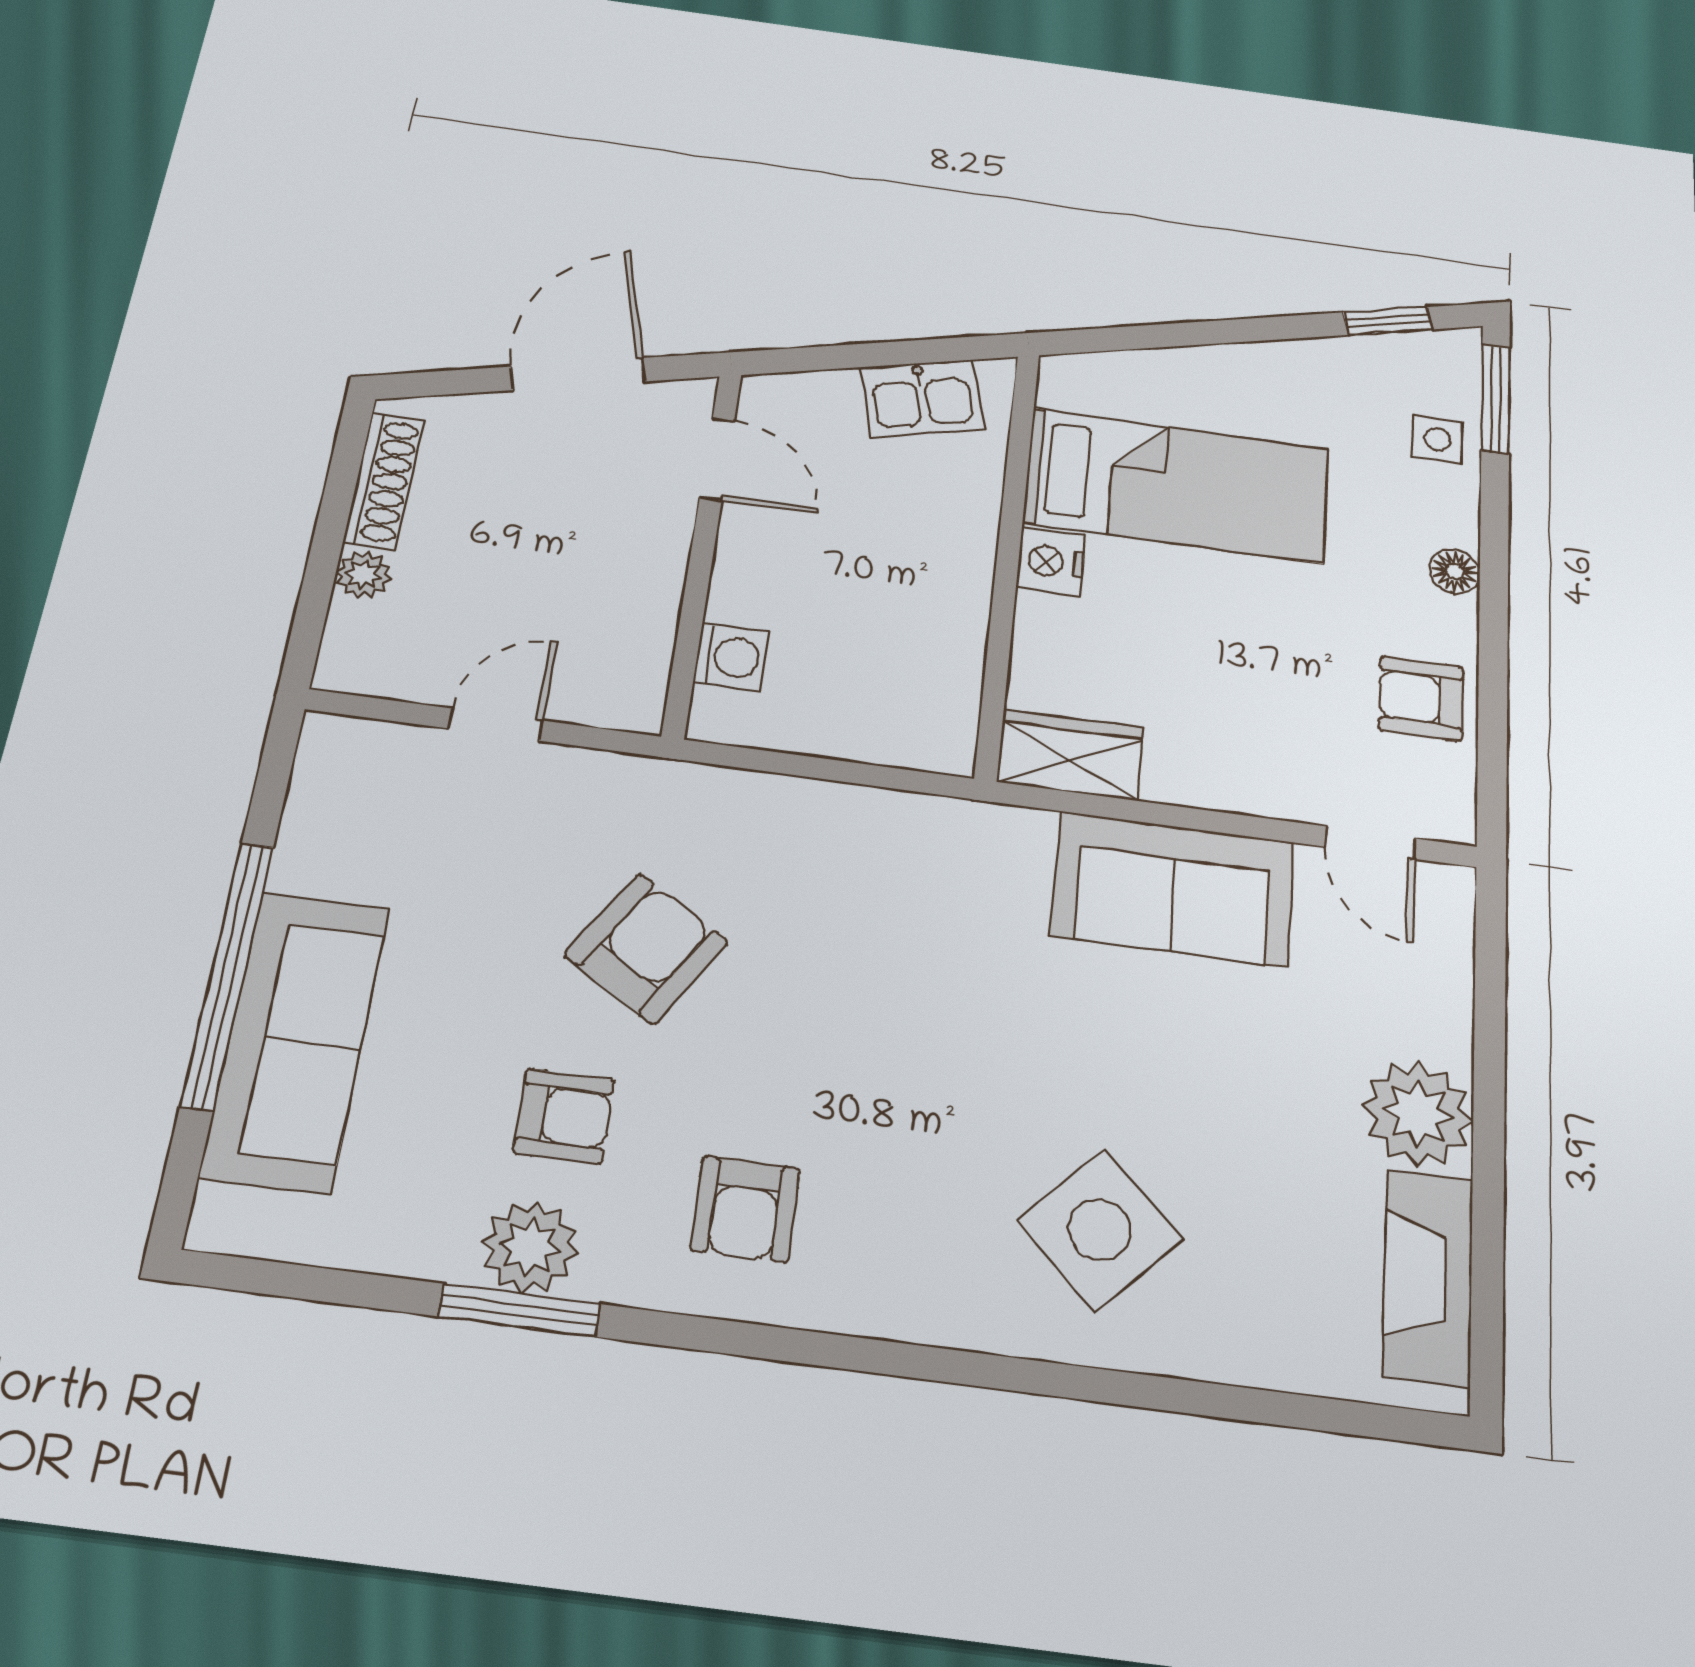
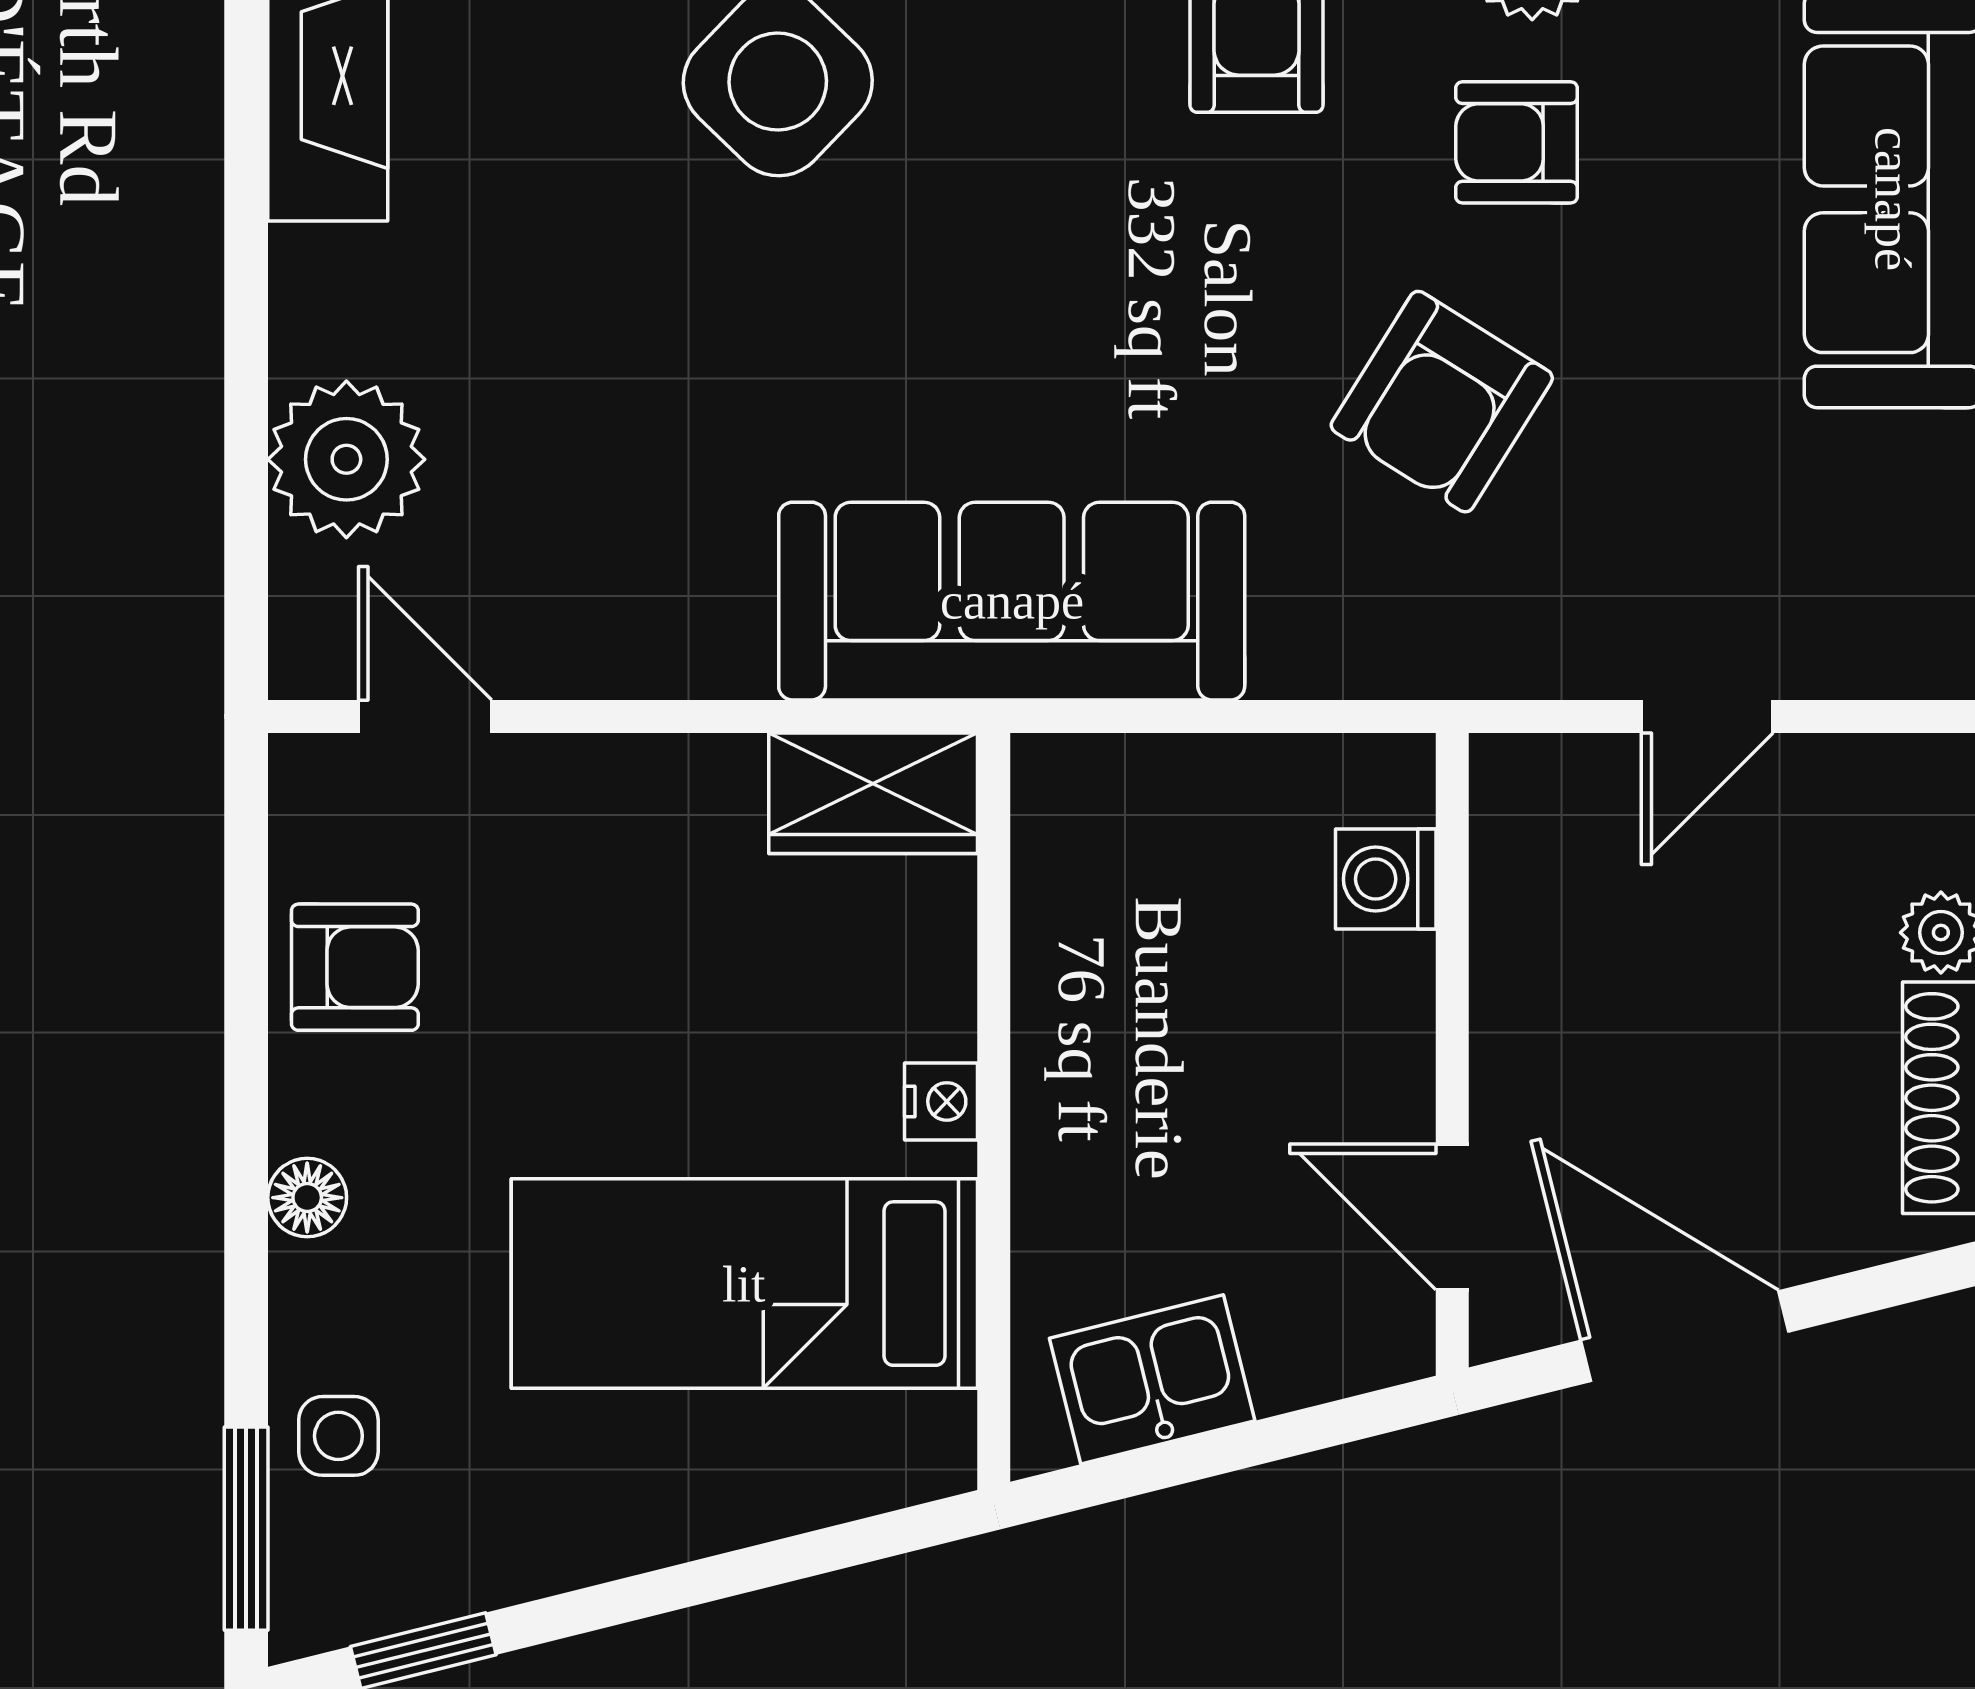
door: (578, 374) -> (1685, 1336), swing flipped
nightstand: (1051, 562) -> (941, 1101), width x0.72, depth x0.74
sofa: (1173, 889) -> (1012, 601), moved, width x1.36
plant: (1418, 1113) -> (346, 459), moved

